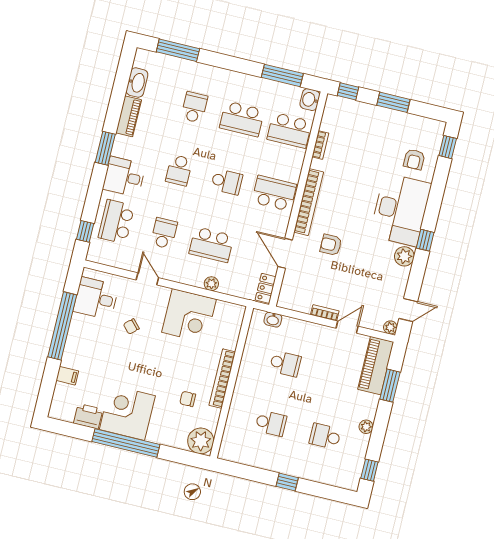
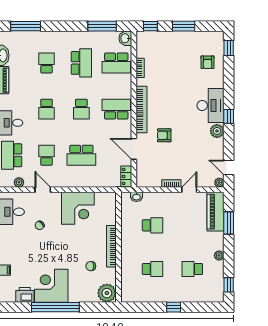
school desk: (242, 119) -> (81, 63), turned -90
school desk: (227, 182) -> (81, 109), turned 90
desk: (400, 210) -> (210, 106), width x0.73, depth x0.77
plant: (211, 284) -> (19, 182), moved
door: (408, 310) -> (229, 168), swing flipped

